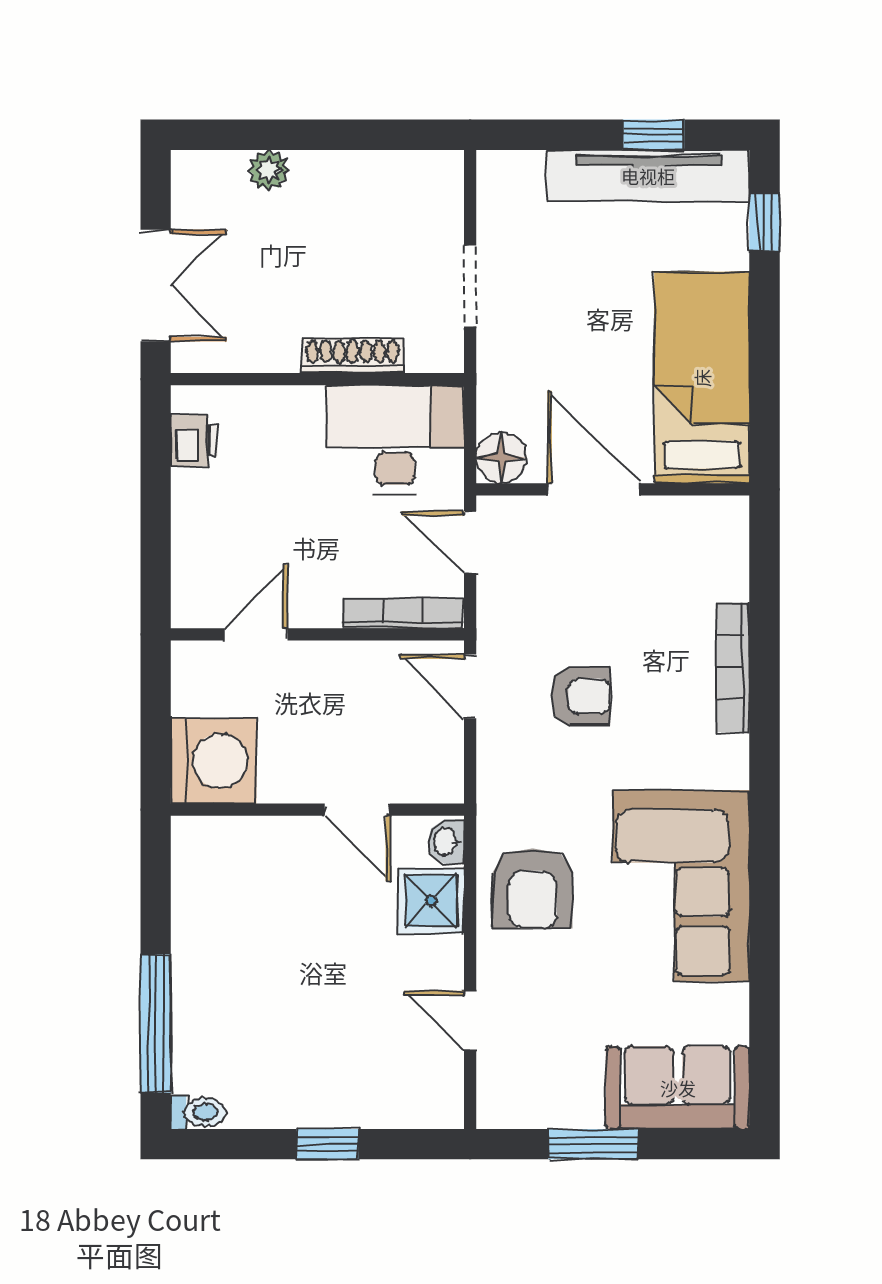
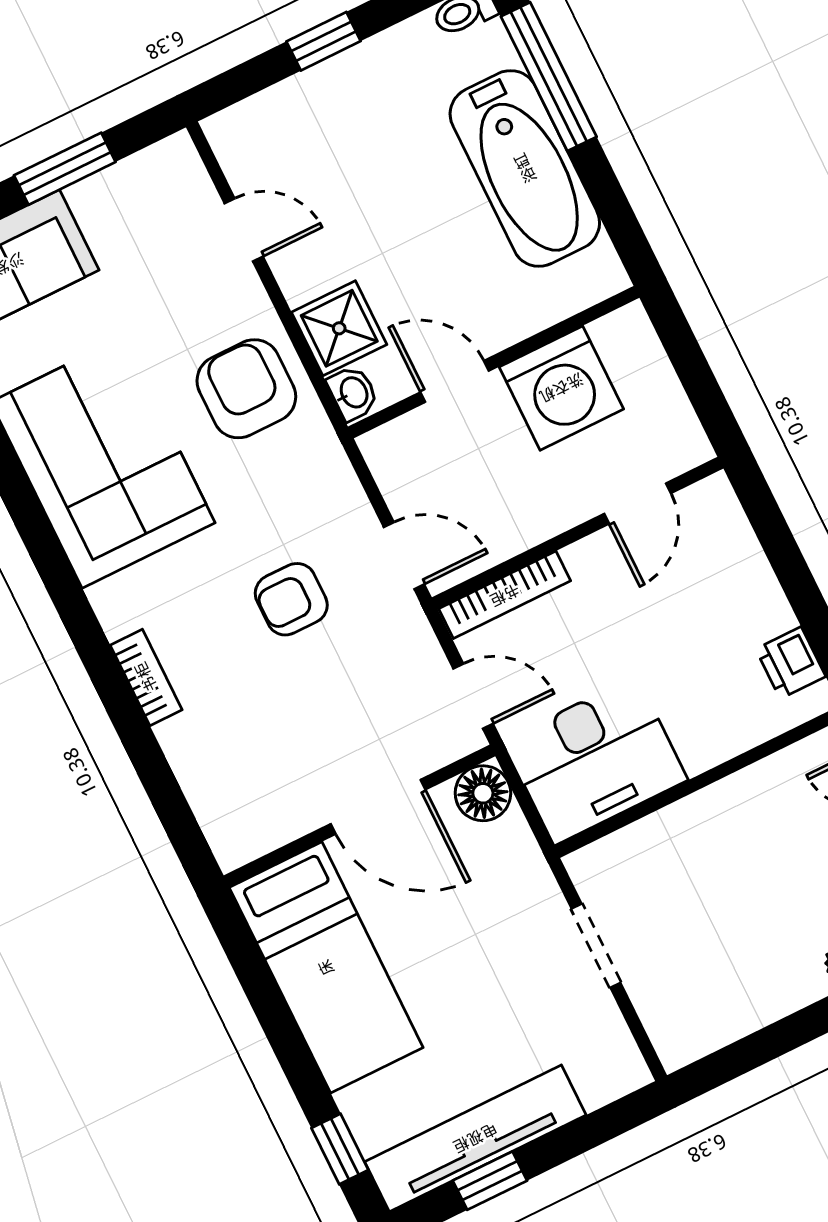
shoe rack: (352, 356) -> (677, 821), removed
bookcase: (733, 667) -> (146, 677), width x0.64
washing machine: (213, 761) -> (561, 388), moved, turned -90
bathtub: (213, 957) -> (525, 168), added

